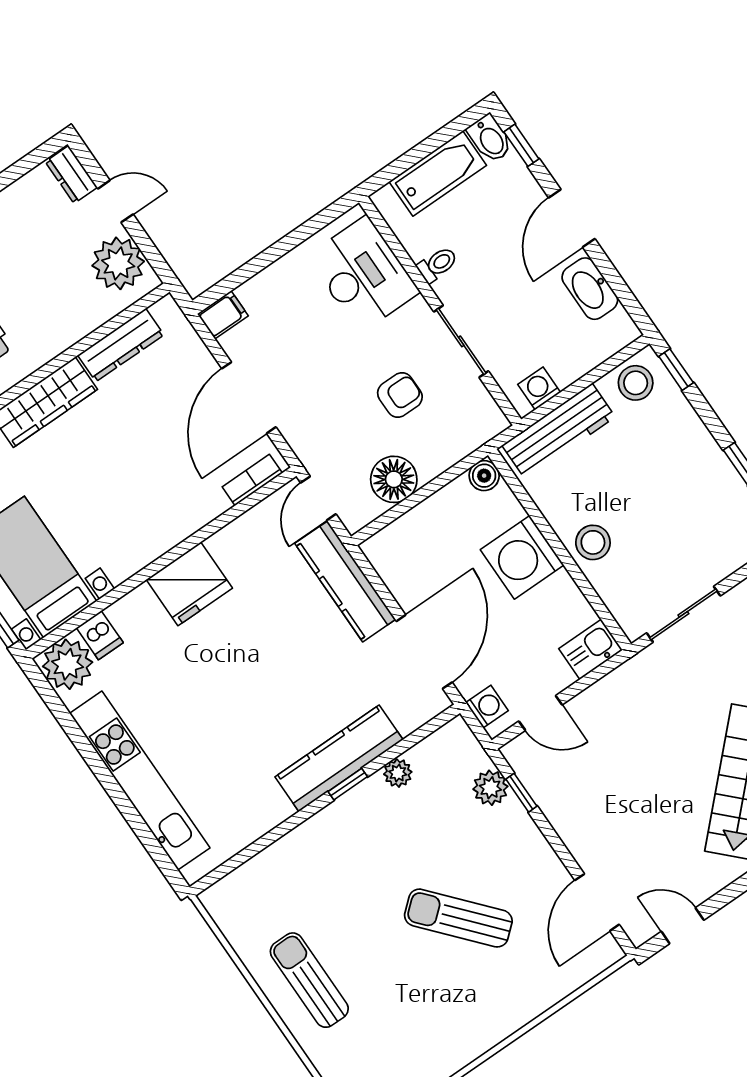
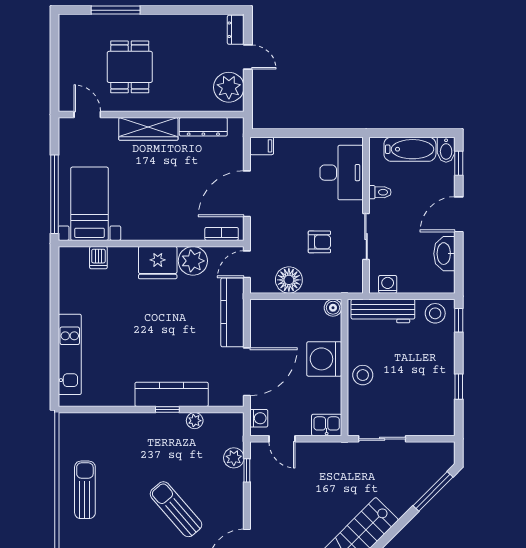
plant: (68, 664) -> (193, 261), moved
kitchen unit: (140, 781) -> (70, 354), width x0.73

